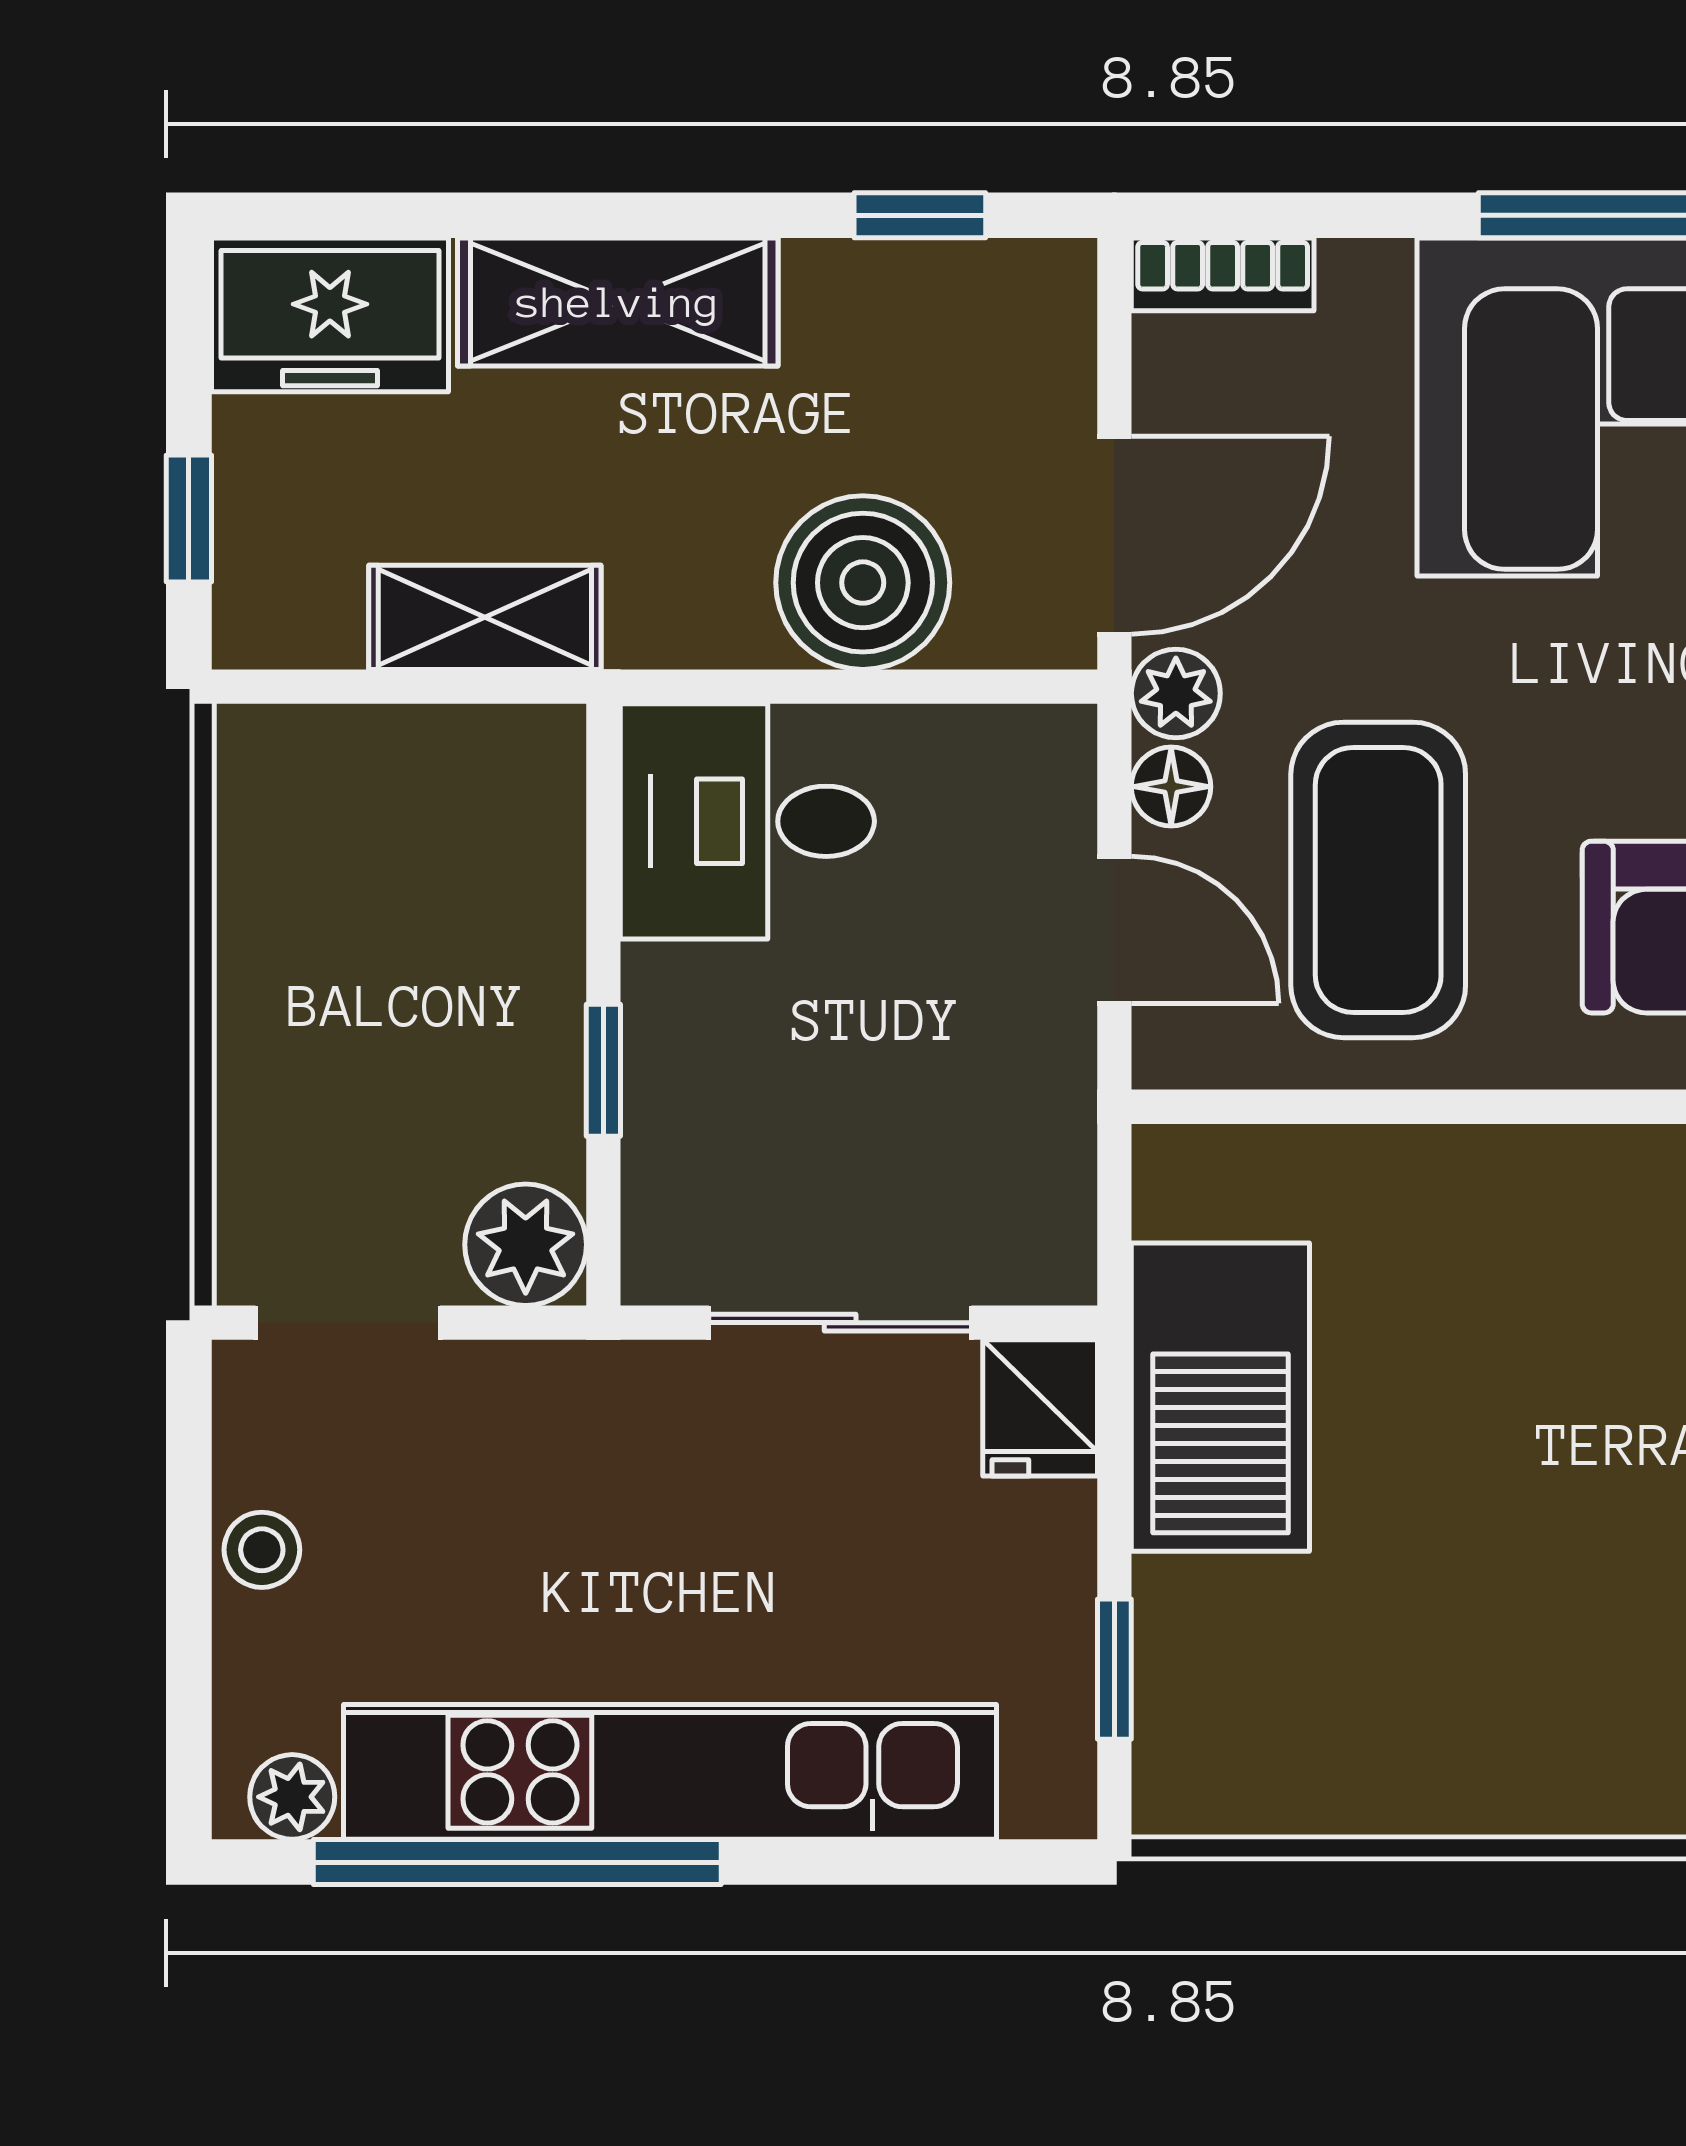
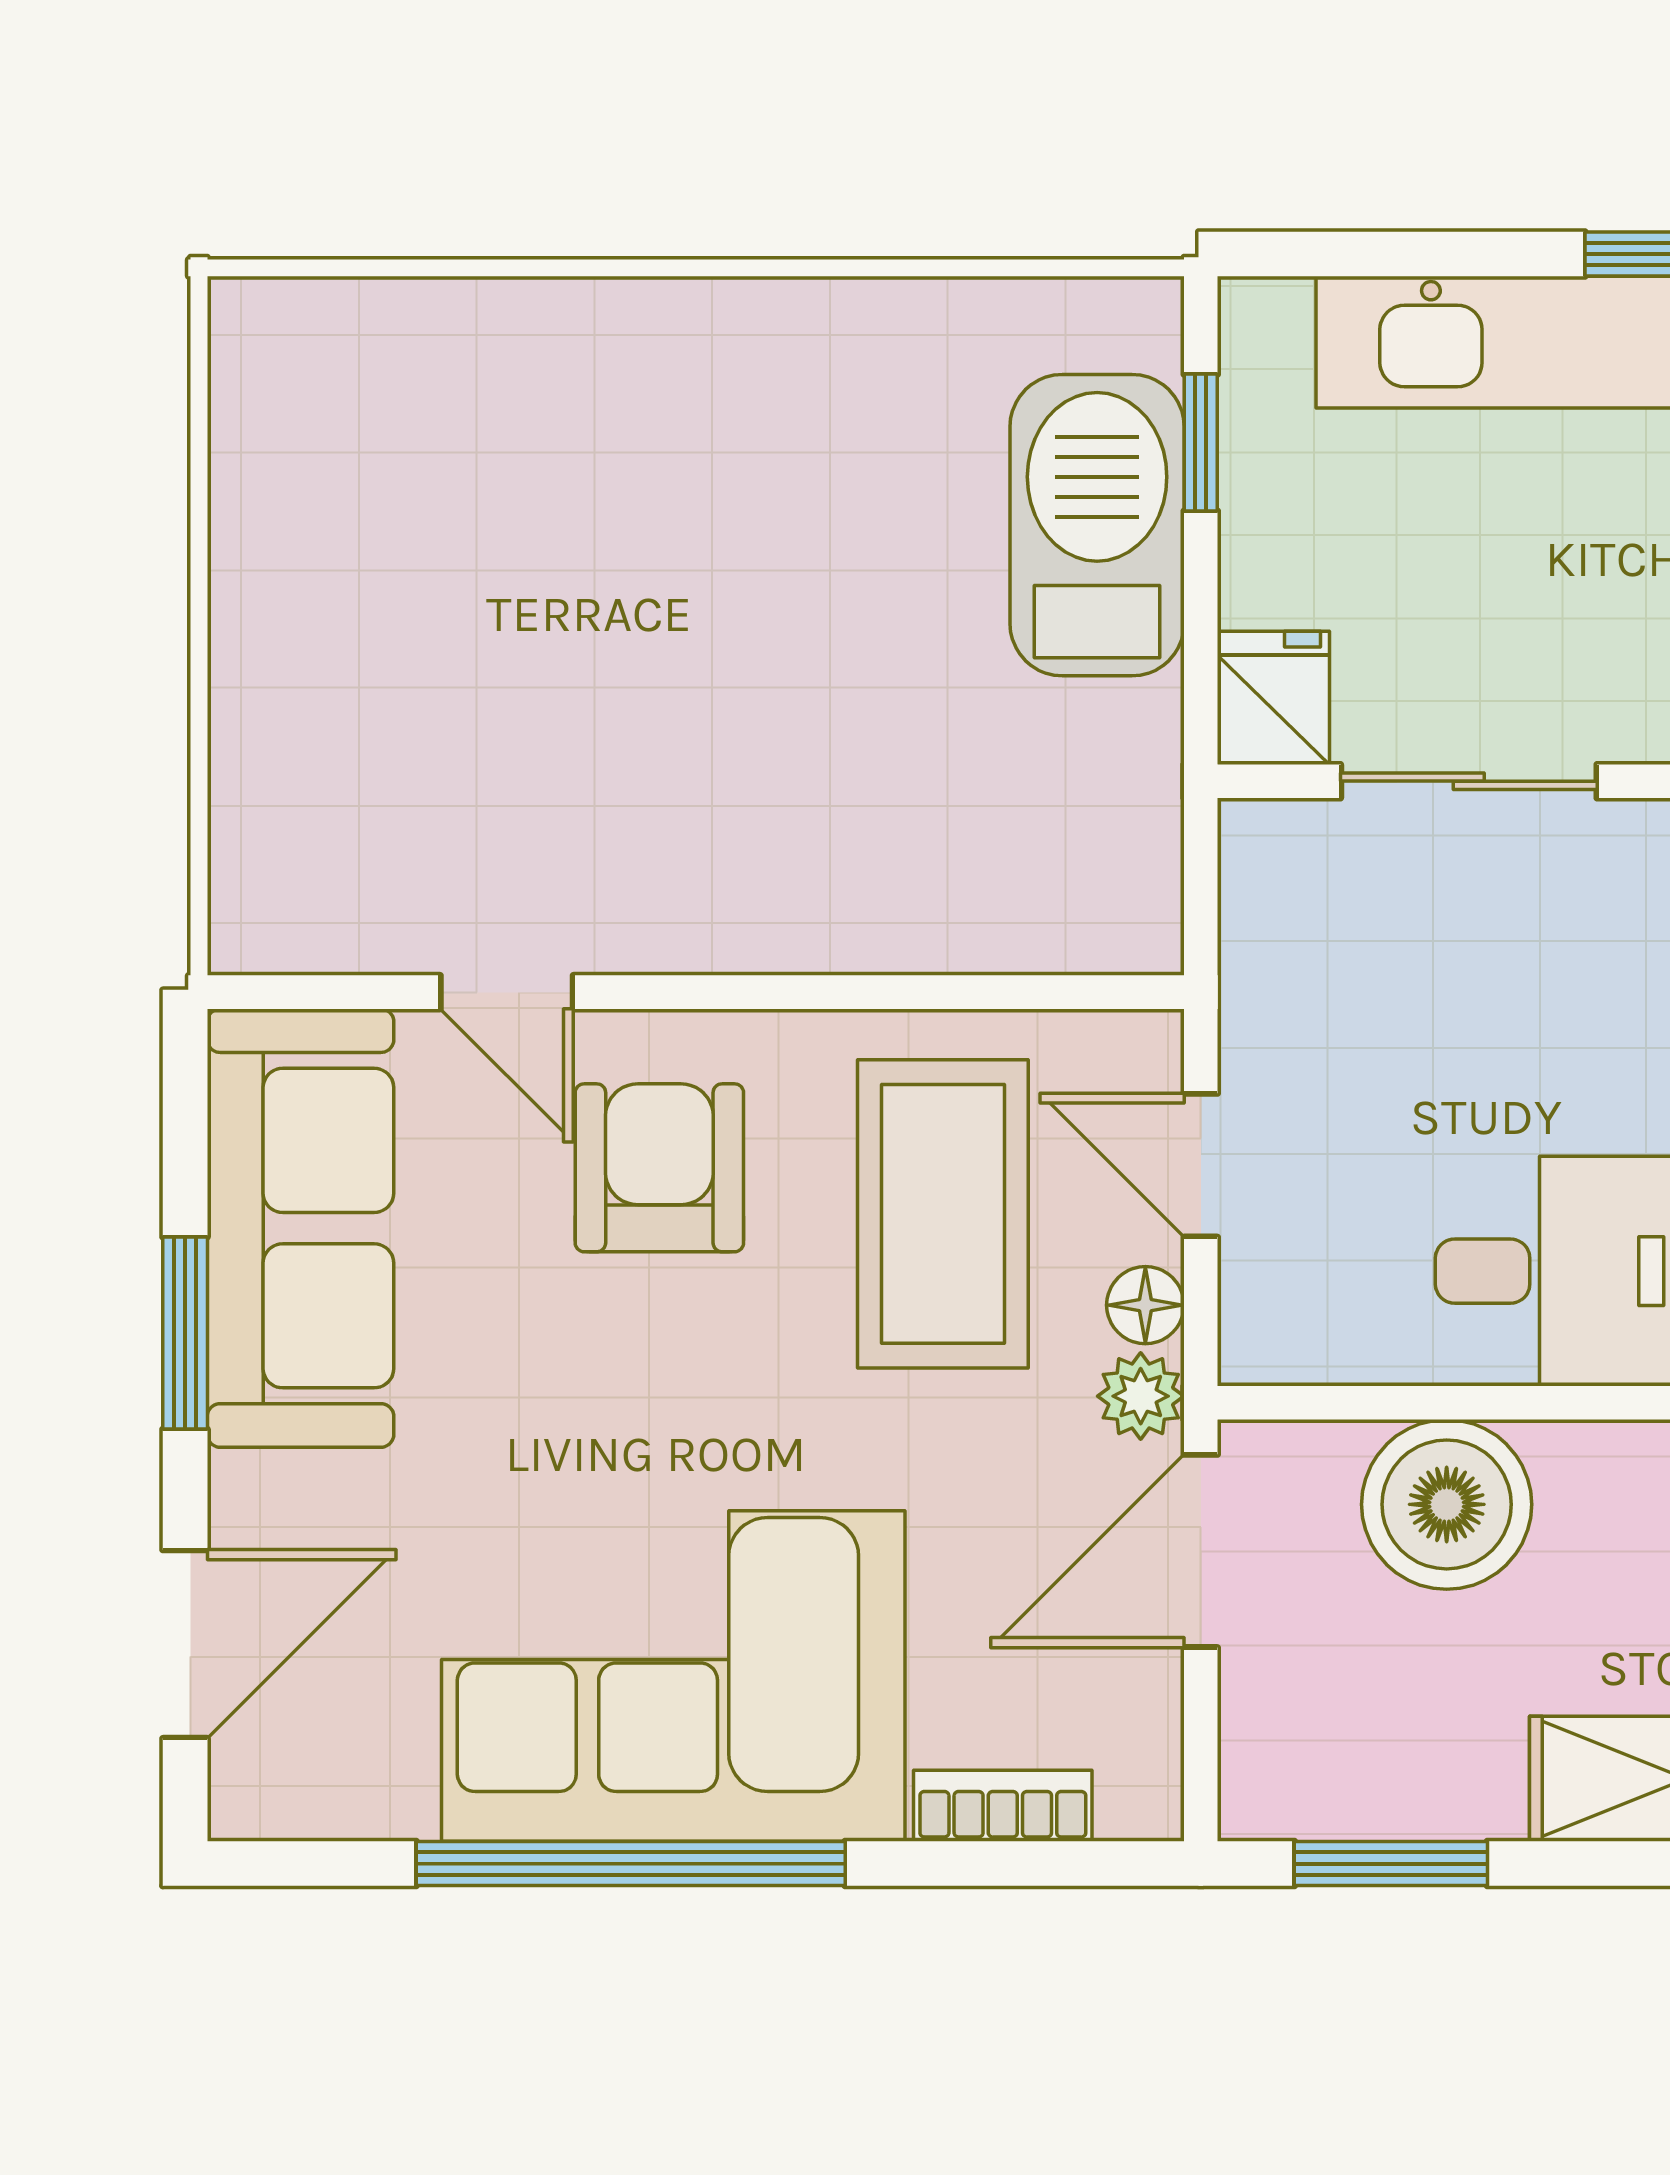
window: (920, 215) -> (1391, 1864), width x1.50
bookcase: (1223, 274) -> (1003, 1806), moved
barbecue: (1220, 1397) -> (1097, 525), moved

